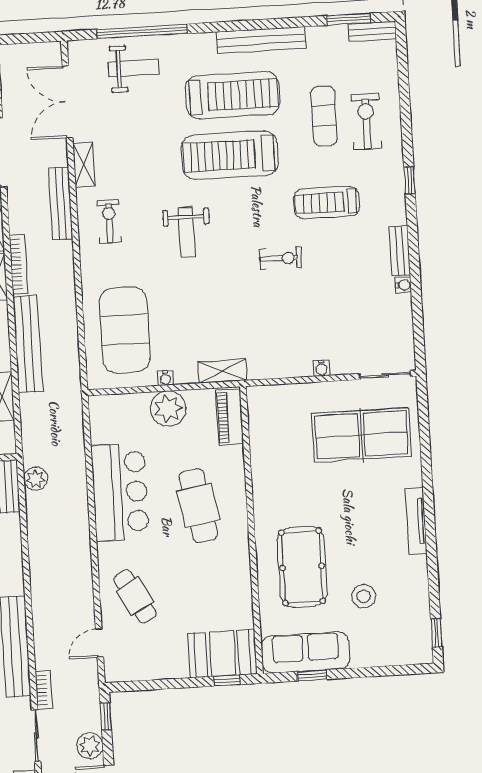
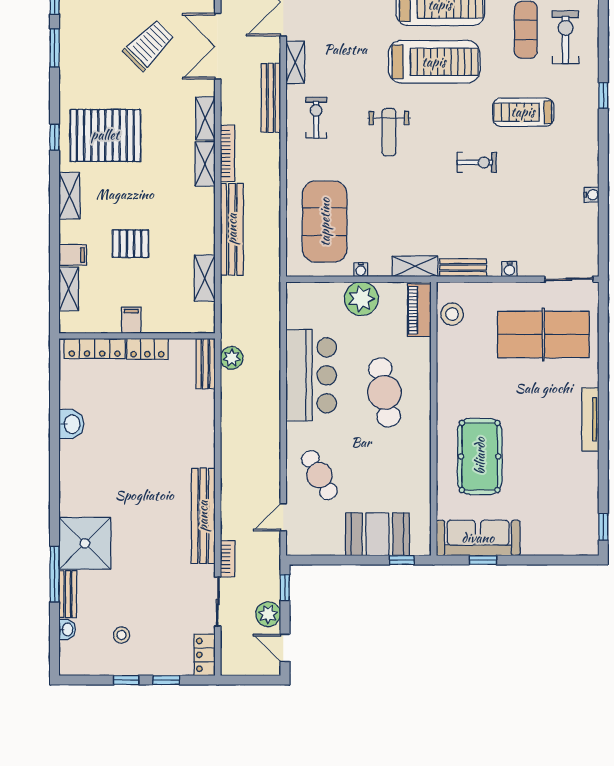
treadmill: (230, 155) -> (434, 62), turned 180
bench: (400, 251) -> (463, 268), moved, turned 90
stool: (364, 596) -> (452, 314), moved
booth: (222, 654) -> (377, 534), moved

